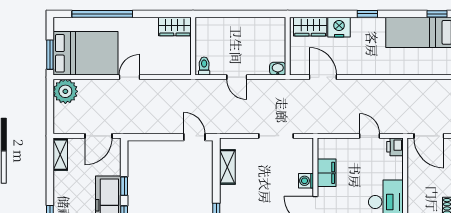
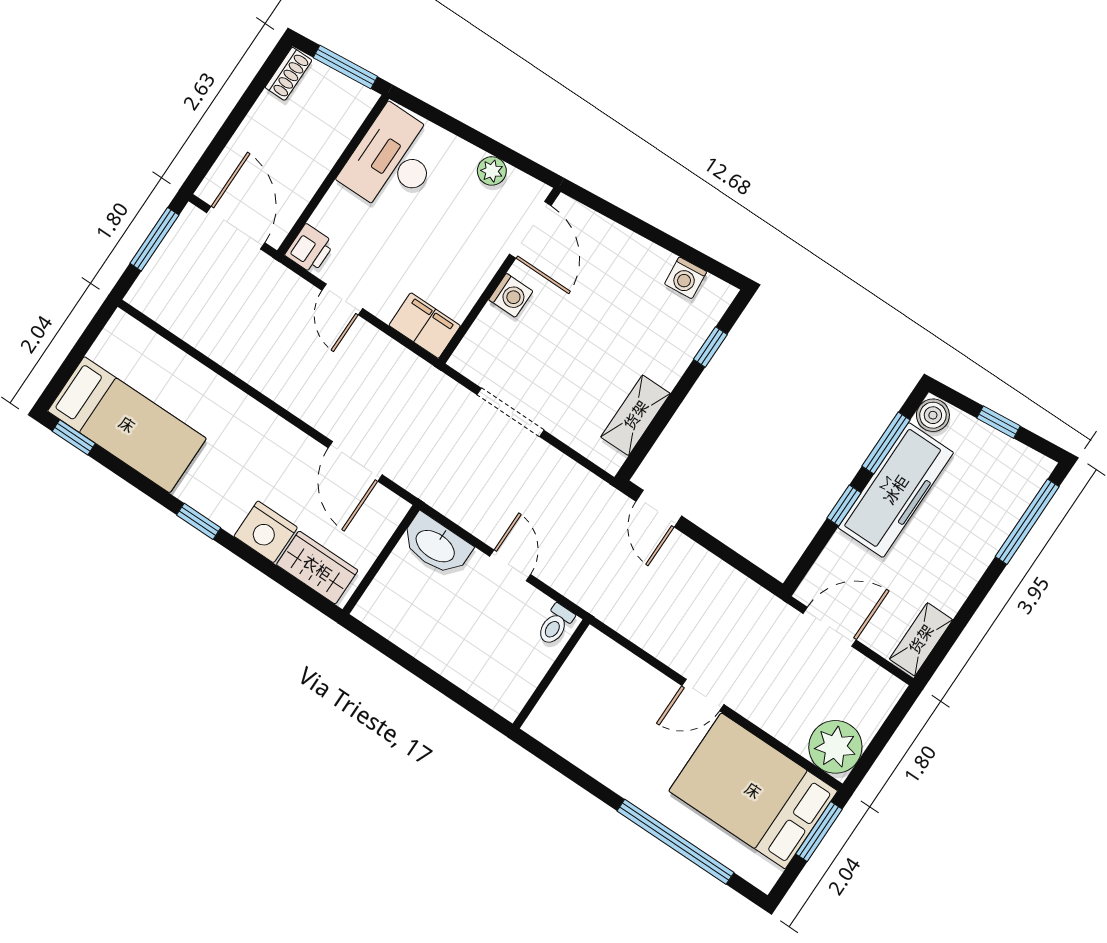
wardrobe: (175, 27) -> (560, 731), removed
washbasin: (278, 69) -> (436, 545), width x1.91, depth x1.45
filing cabinet: (327, 173) -> (425, 326), moved, turned 90

